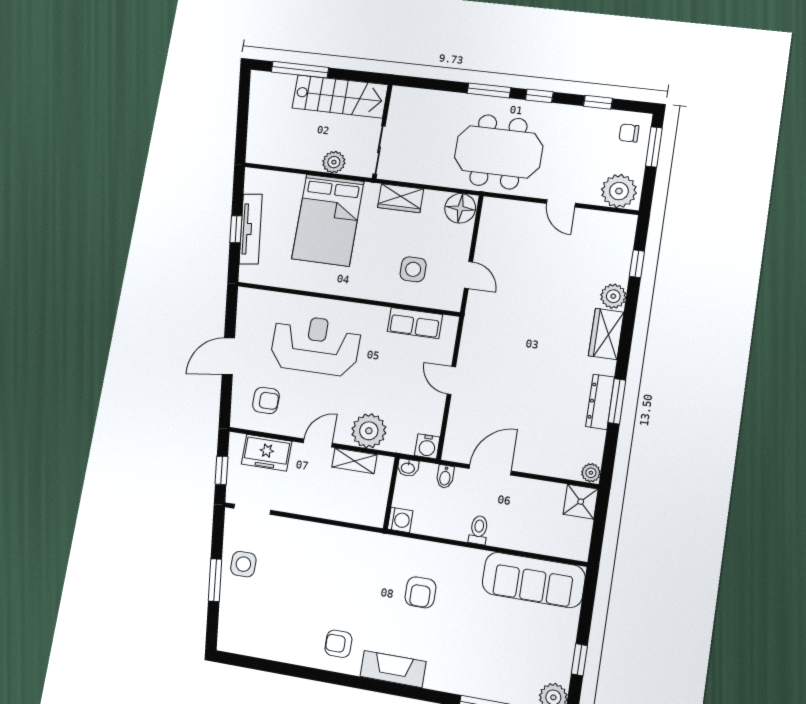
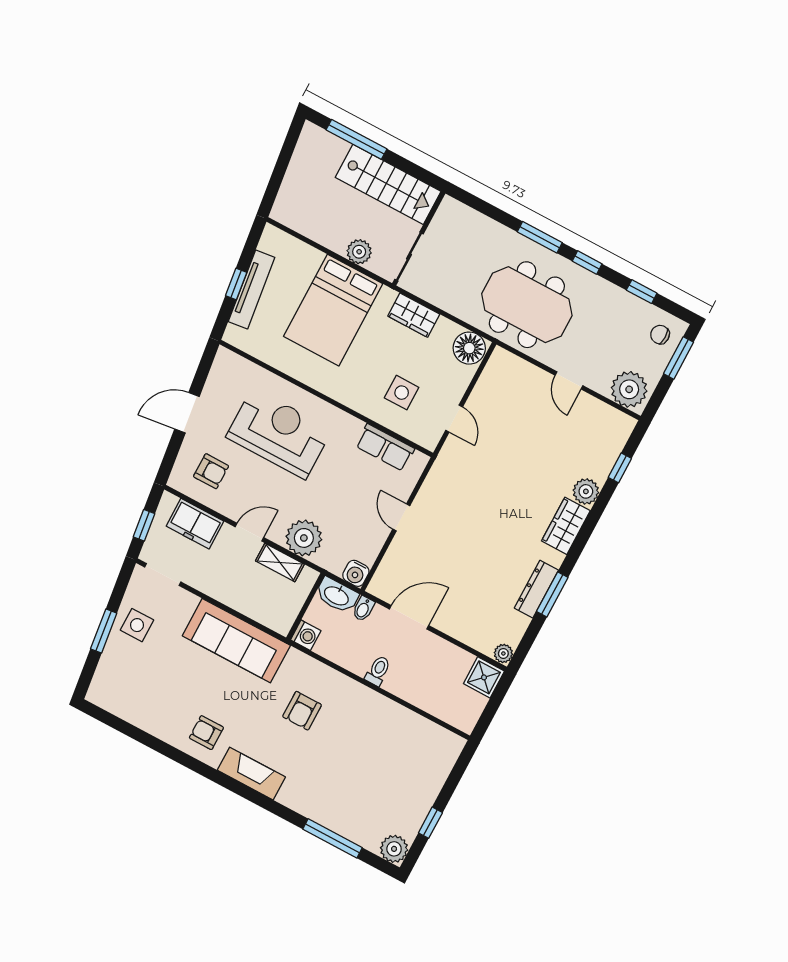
washbasin: (408, 468) -> (337, 595), width x1.91, depth x1.45
sofa: (534, 580) -> (236, 641), moved

